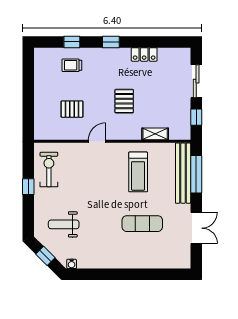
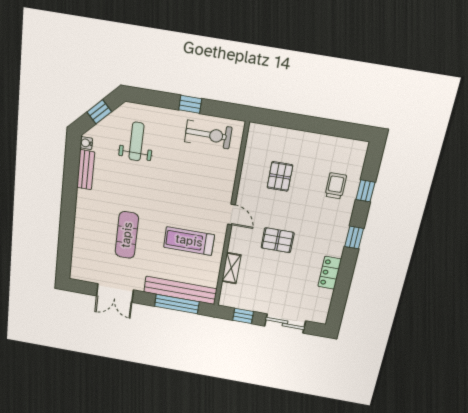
door: (97, 141) -> (231, 215), moved
bench: (93, 263) -> (86, 170), added

